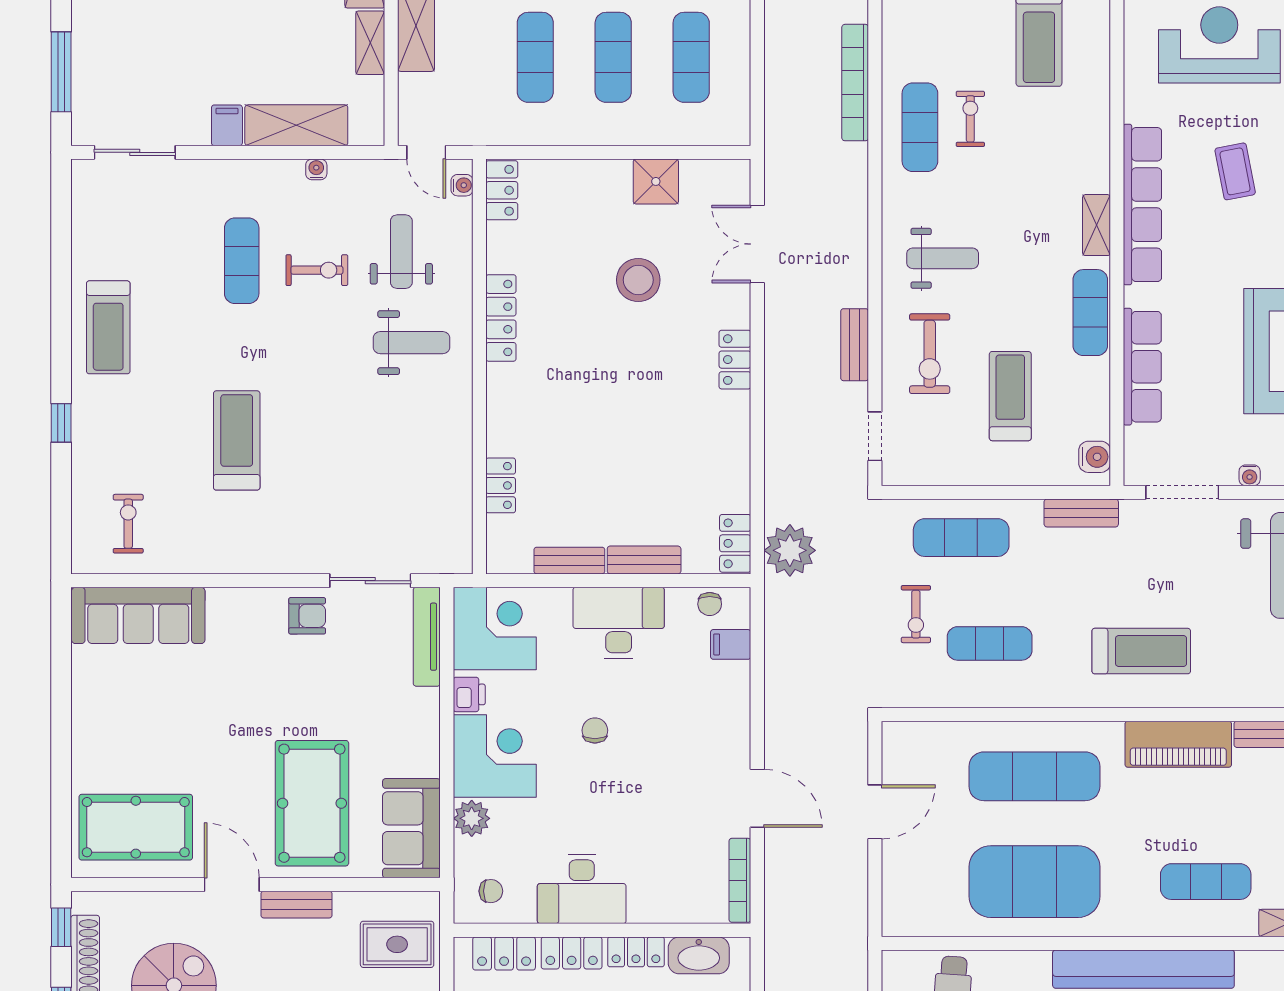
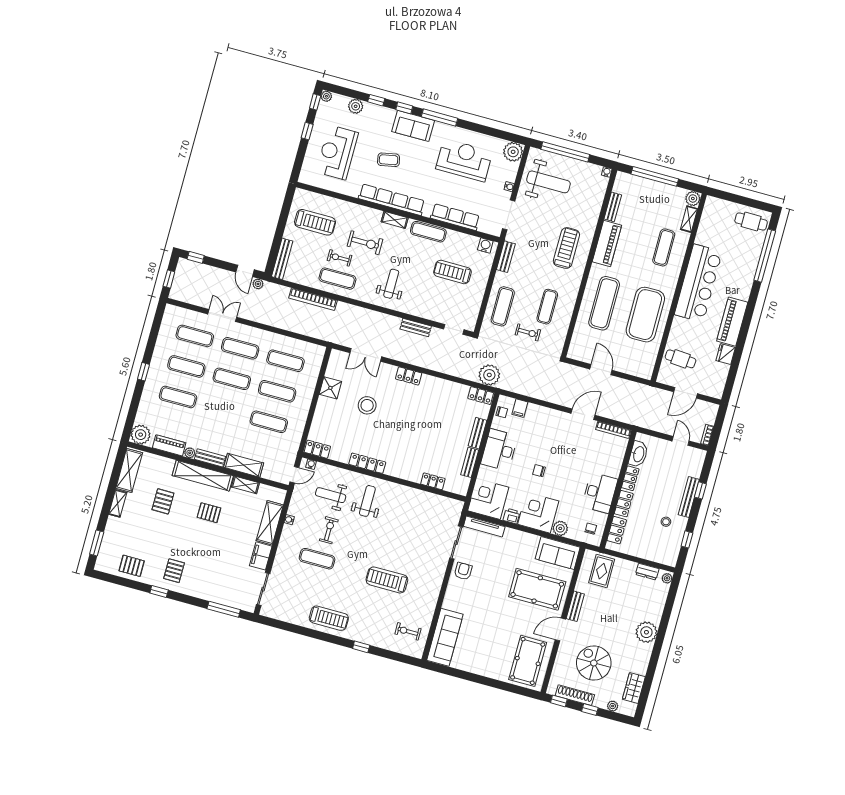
filing cabinet: (227, 125) -> (261, 556), width x2.00
exercise bike: (930, 354) -> (365, 243), moved

